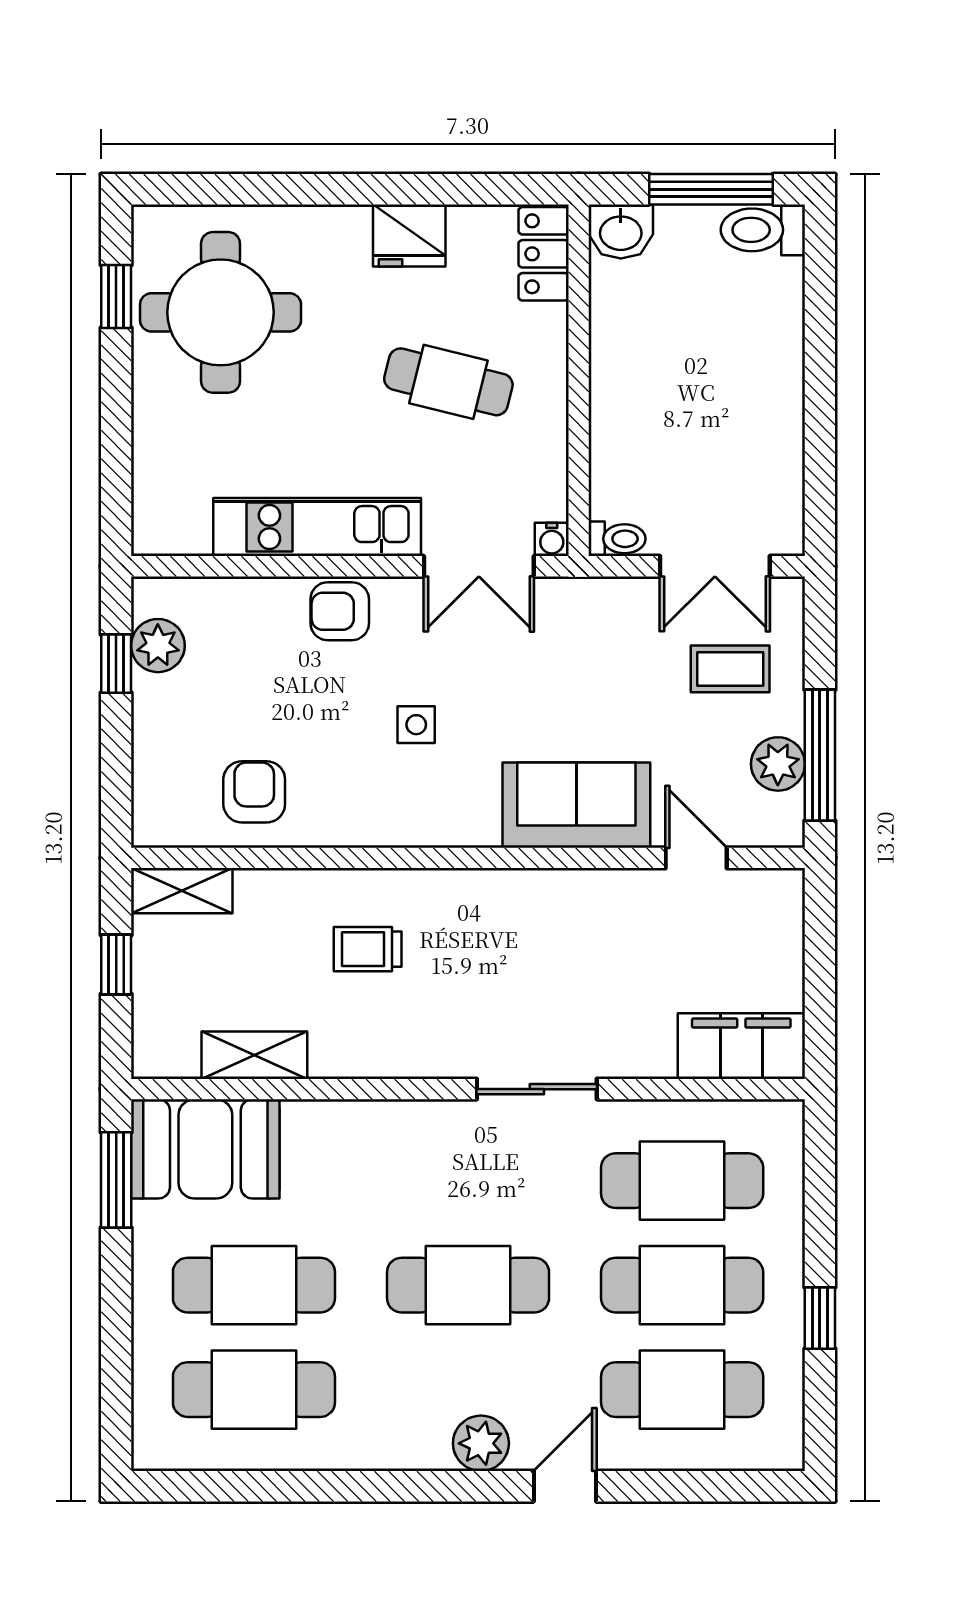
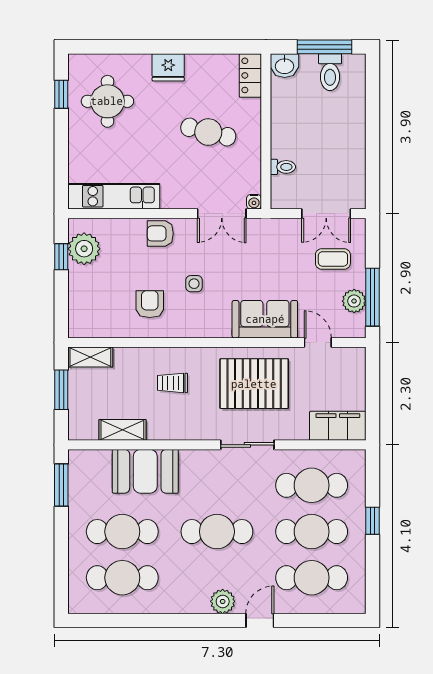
toilet: (763, 230) -> (330, 72), moved, turned -90
fridge: (409, 235) -> (168, 67), moved
round table: (221, 312) -> (107, 101), width x0.73, depth x0.73
kitchen unit: (317, 527) -> (114, 196), moved
toilet: (617, 539) -> (283, 167), moved
plant: (158, 646) -> (84, 249), width x1.36, depth x1.36
armchair: (254, 792) -> (150, 304), moved
pallet: (552, 951) -> (254, 384), added
window: (116, 965) -> (61, 390), width x1.50
booth: (205, 1149) -> (145, 471), moved
window: (820, 1318) -> (373, 521), moved

